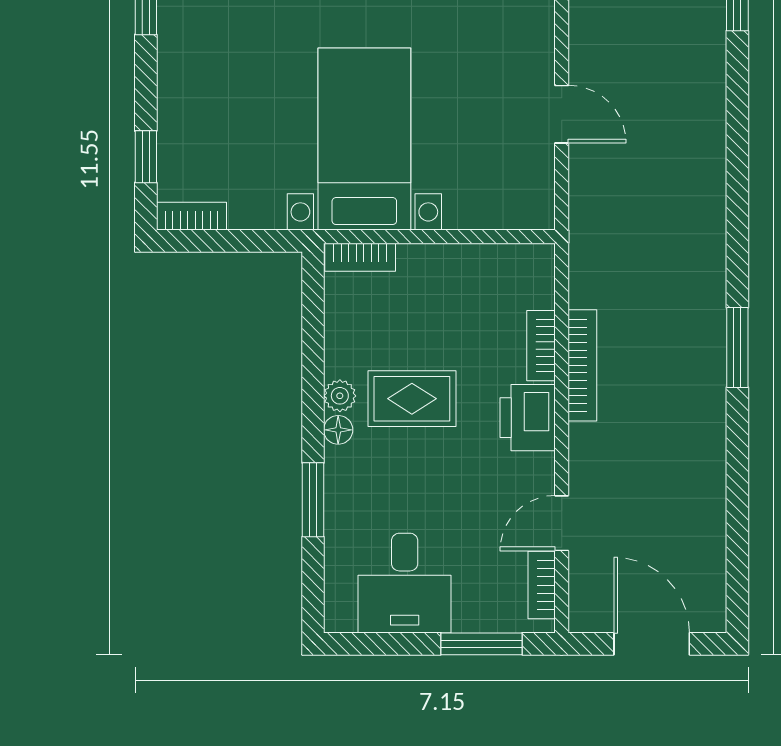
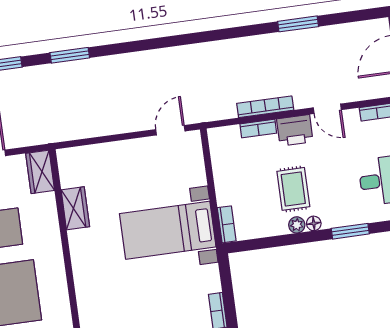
door: (562, 114) -> (170, 130), moved
window: (737, 347) -> (298, 24), moved
door: (562, 523) -> (327, 109), moved

